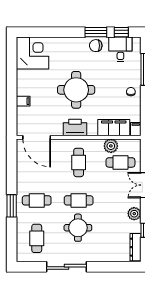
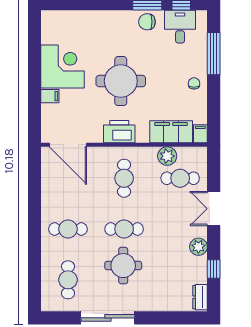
corner desk: (33, 53) -> (62, 67), moved
window: (12, 206) -> (34, 236), removed
dresser: (135, 247) -> (200, 297), width x0.70

